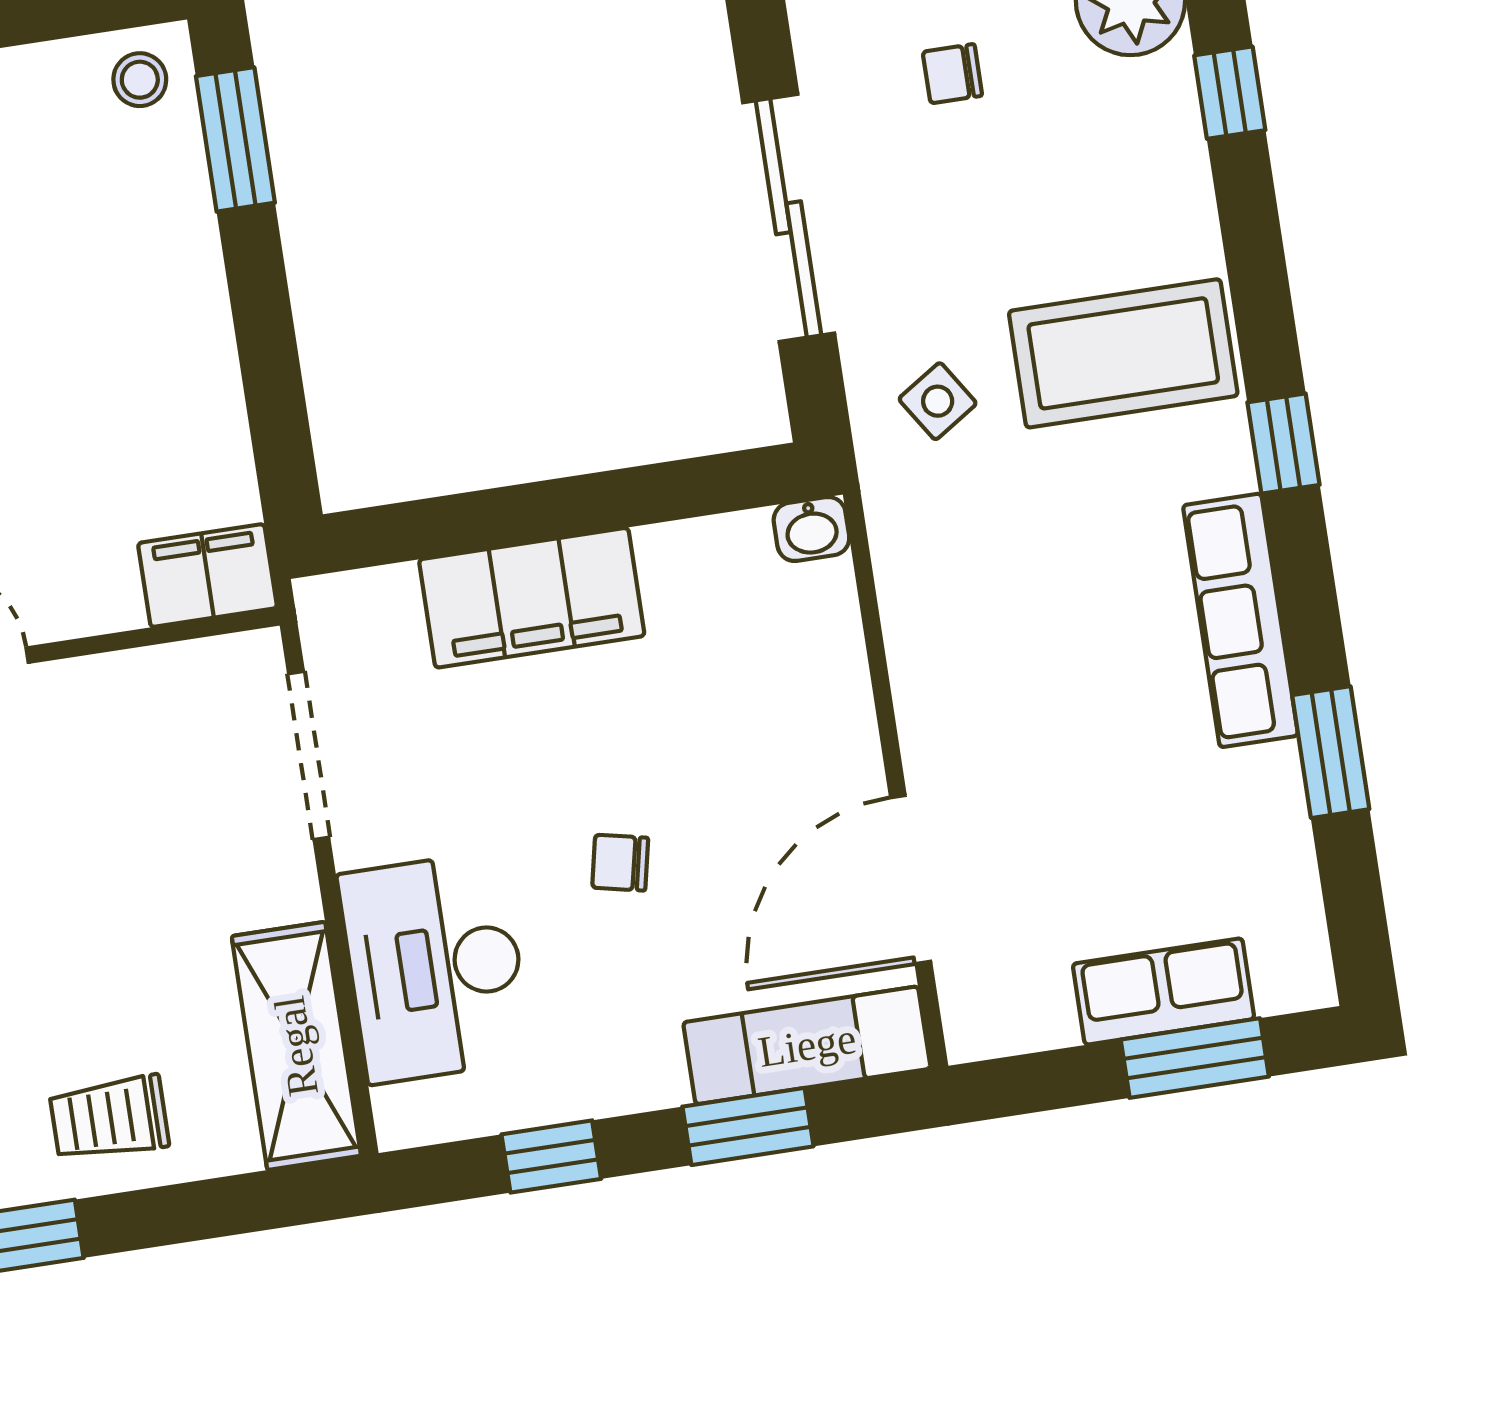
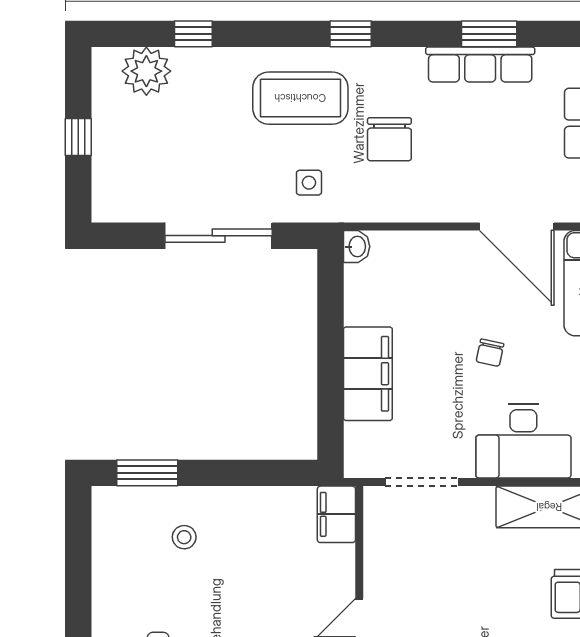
chair: (952, 74) -> (389, 139), moved, width x1.87, depth x1.87
stool: (140, 80) -> (184, 537), moved
coffee table: (1123, 353) -> (300, 98), turned 90
side table: (938, 401) -> (309, 183), turned 33
row of seats: (1241, 620) -> (480, 65), moved

